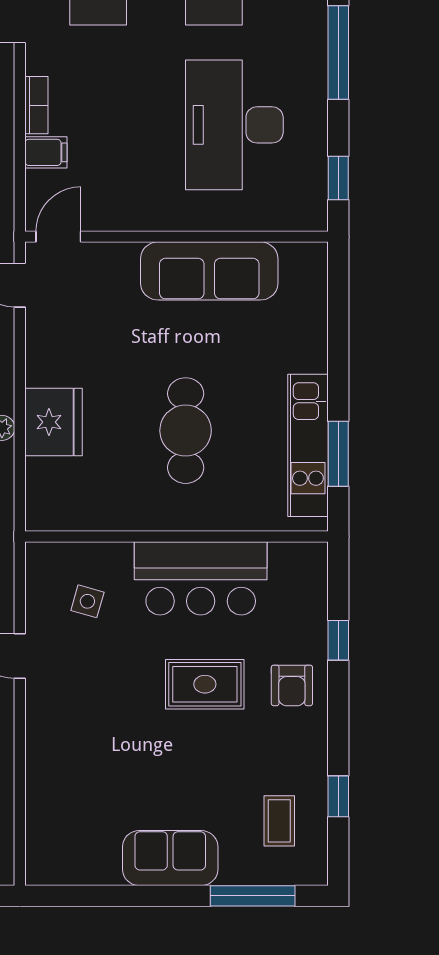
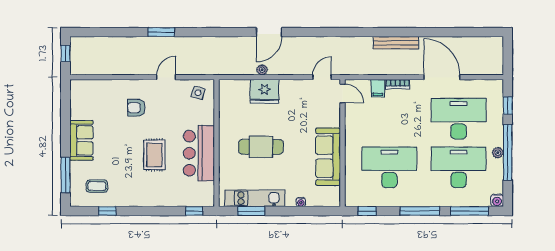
water cooler: (317, 336) -> (301, 202), added
side table: (87, 601) -> (198, 93), moved
window: (338, 640) -> (194, 211), moved
armchair: (292, 685) -> (136, 108), moved

